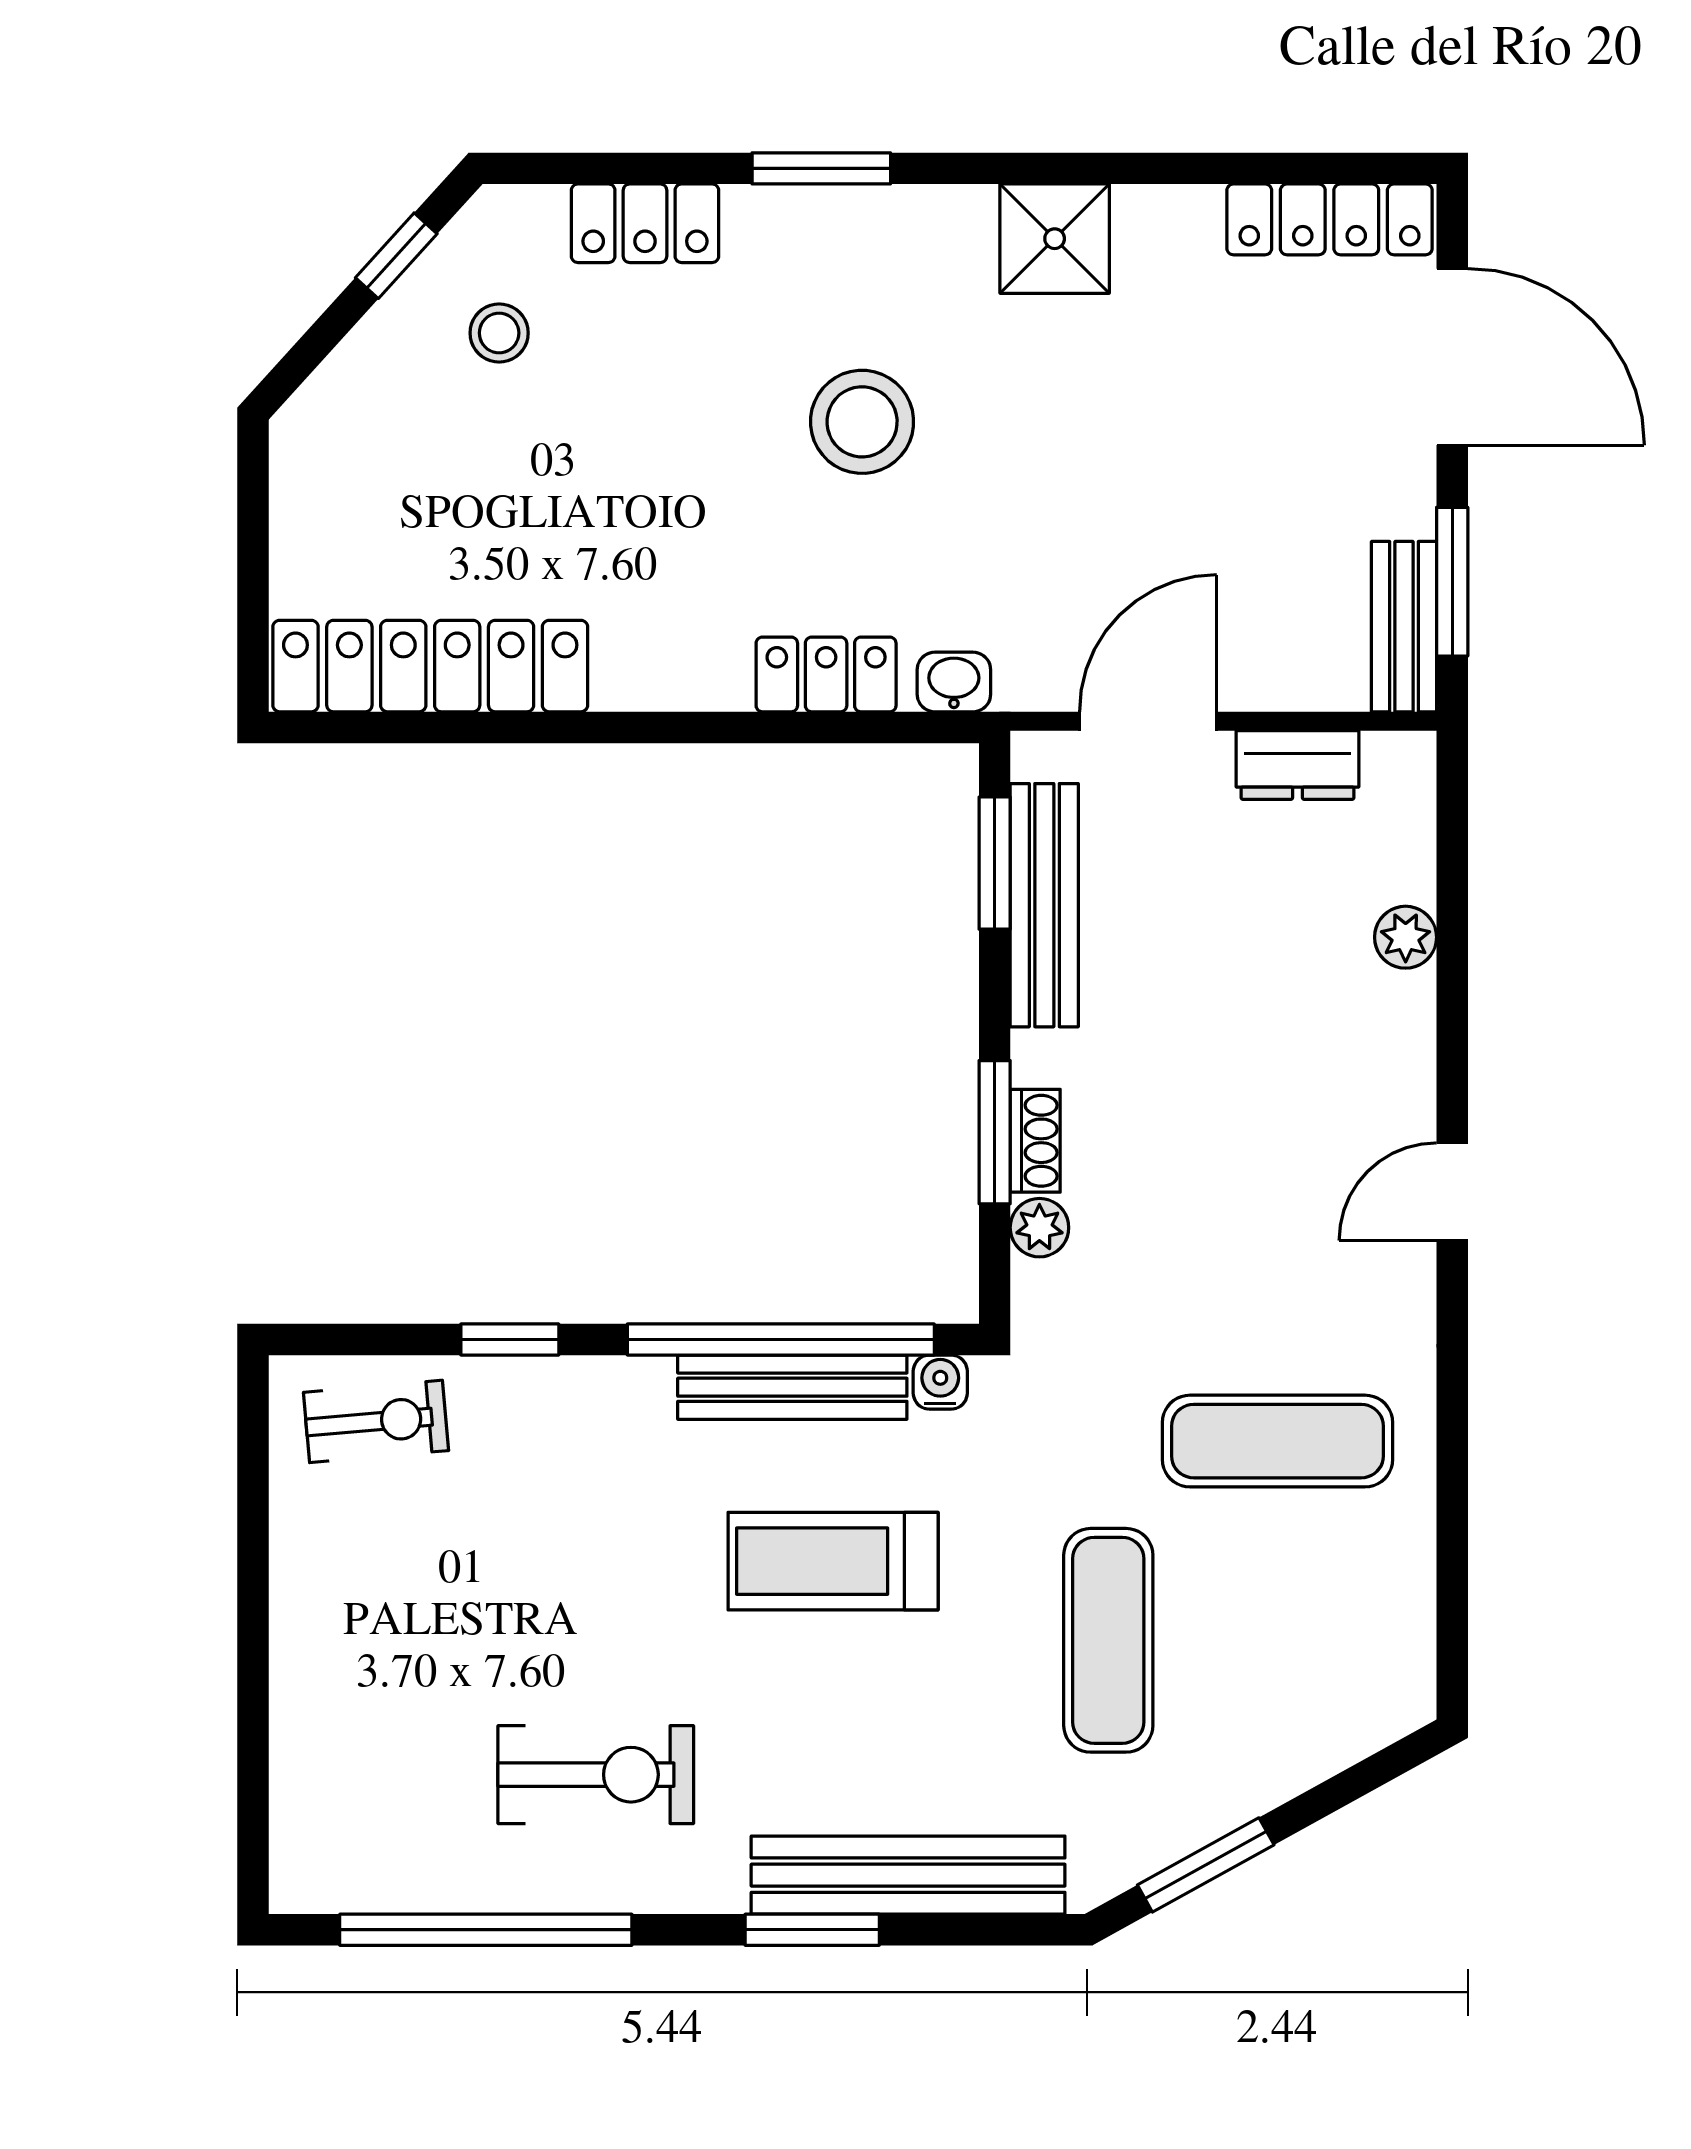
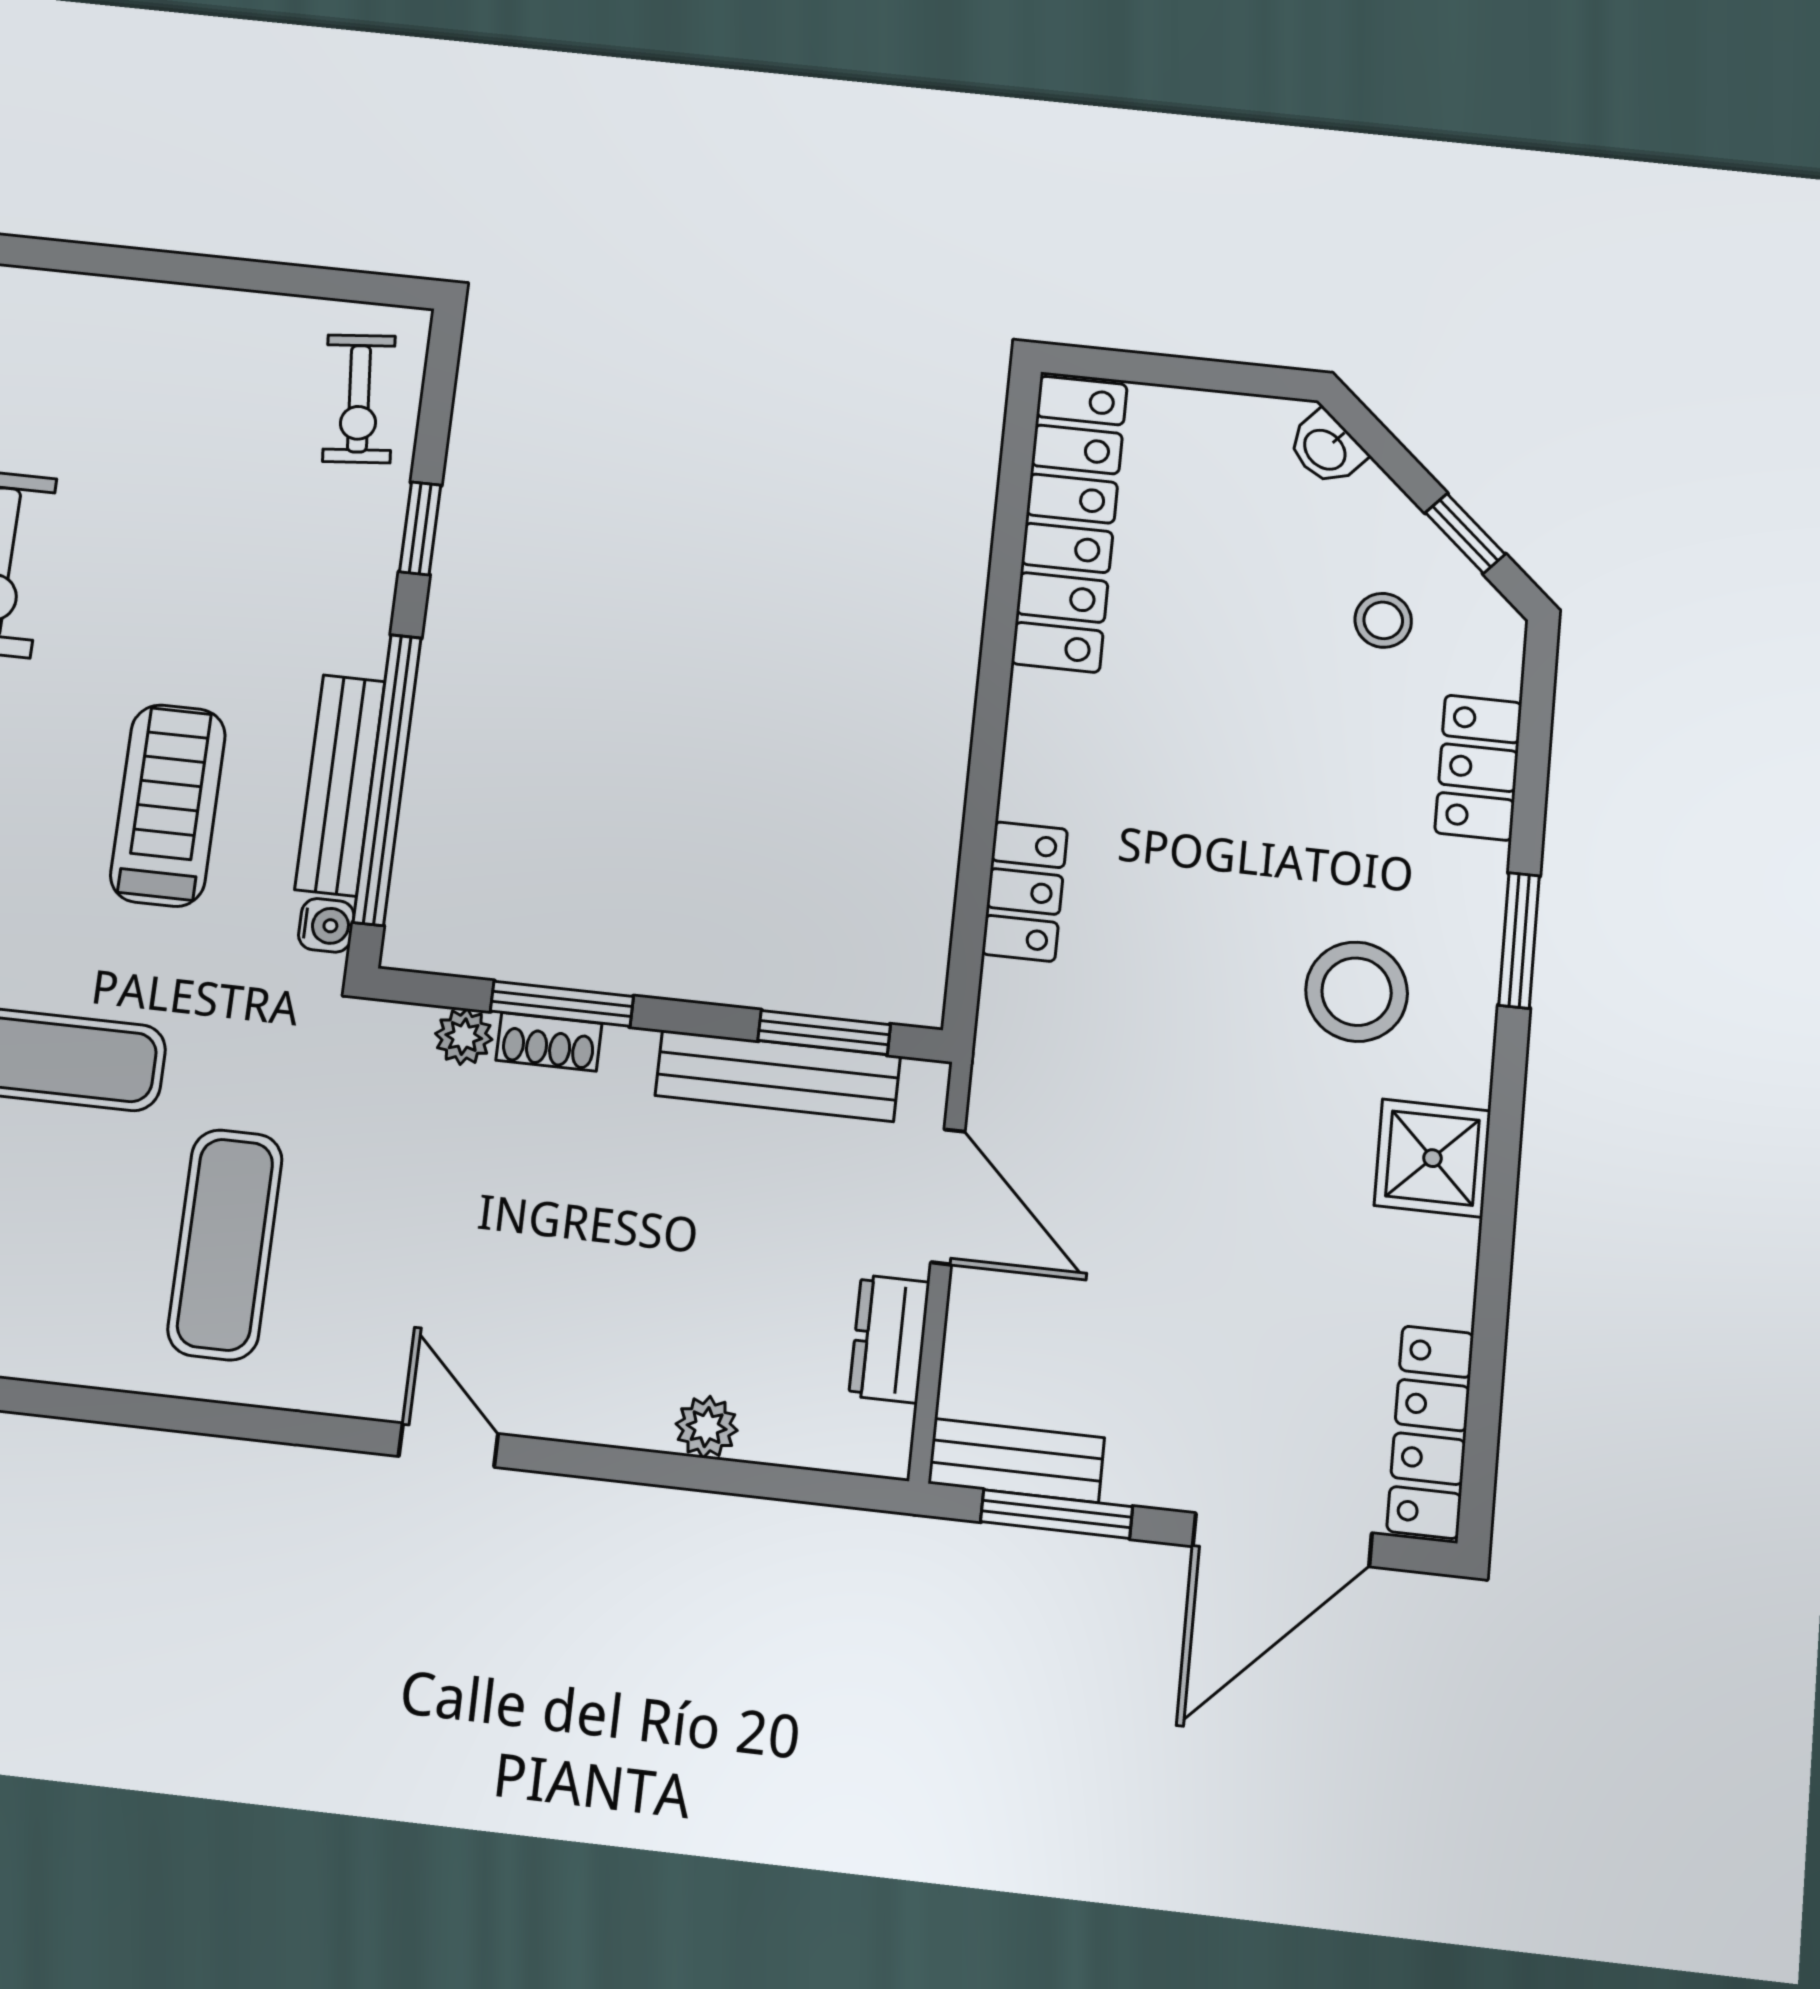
stool: (862, 422) -> (1357, 992), moved
washbasin: (954, 682) -> (1326, 449), moved, turned 132

